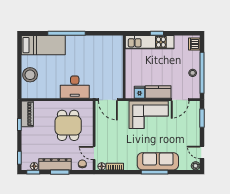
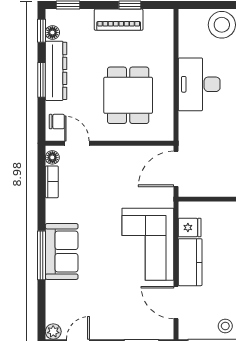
desk: (75, 87) -> (199, 84), moved
piano: (27, 114) -> (119, 20), moved
dining table: (68, 125) -> (128, 95), turned 90
door: (94, 153) -> (77, 143), hinge flipped
sofa: (158, 161) -> (62, 251), width x0.73

